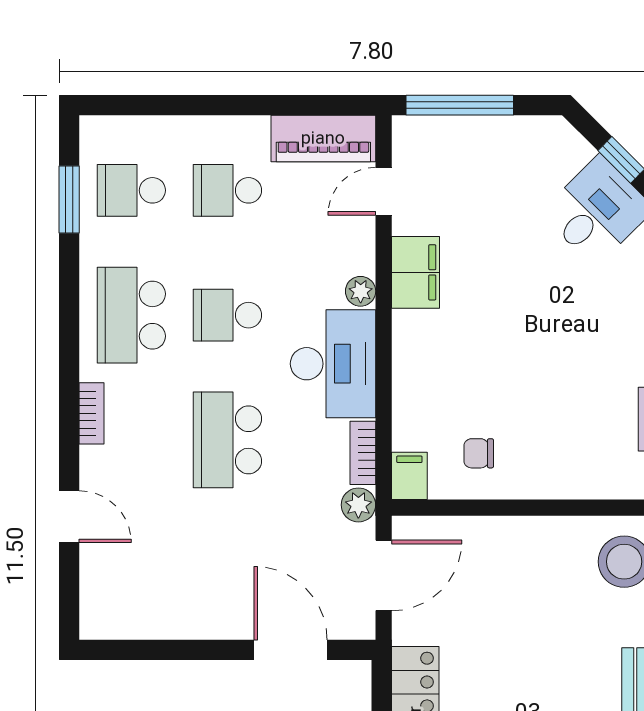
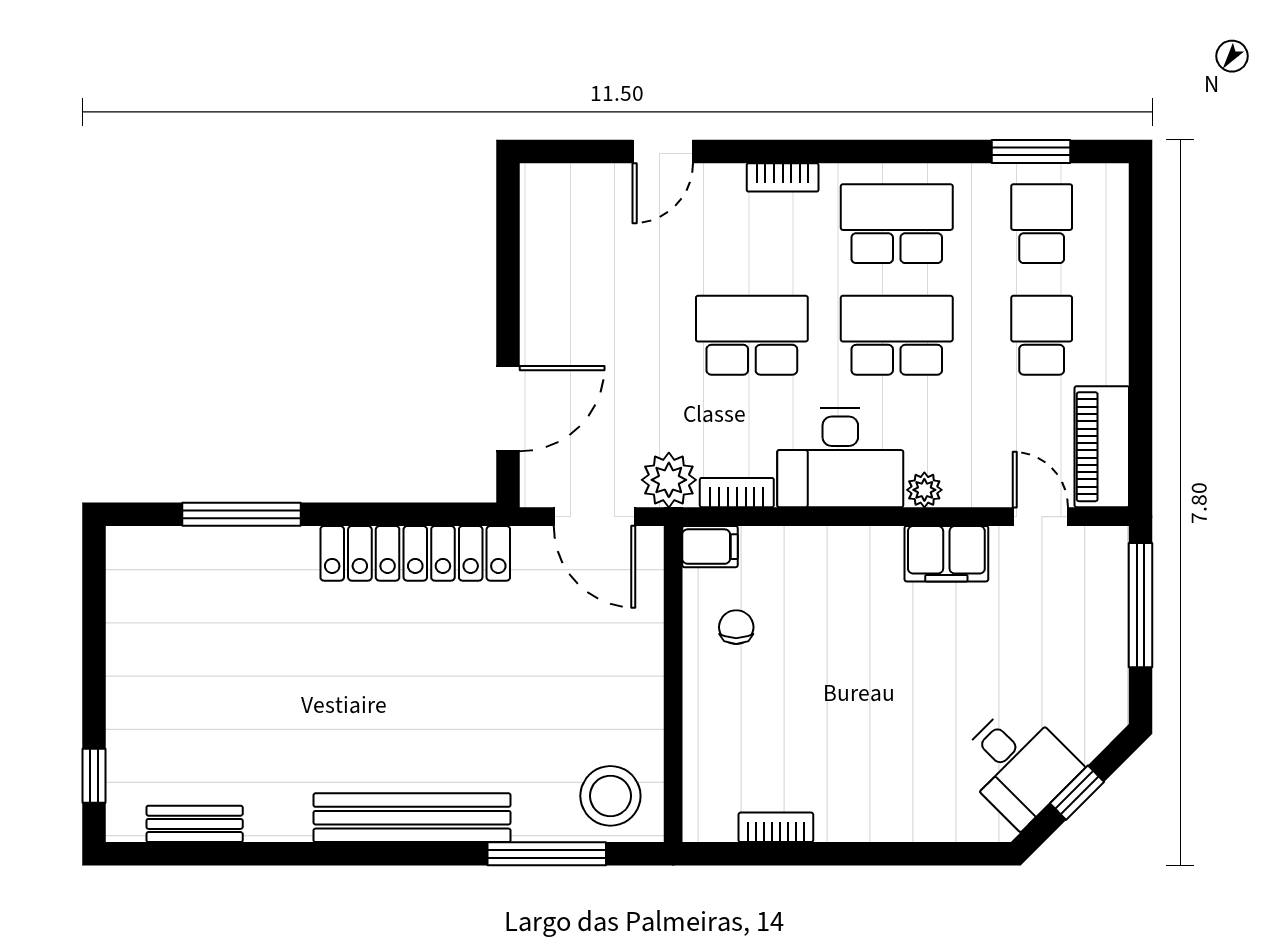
school desk: (227, 315) -> (897, 335), width x1.85
plant: (358, 505) -> (669, 480), width x1.38, depth x1.38

